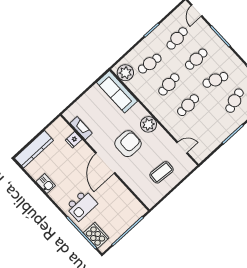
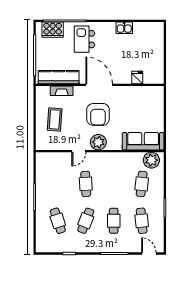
cafe table: (169, 84) -> (114, 184), removed
fireplace: (81, 128) -> (62, 91), moved
door: (182, 148) -> (79, 151), moved
kitchen counter: (34, 149) -> (59, 77), moved, turned 90

